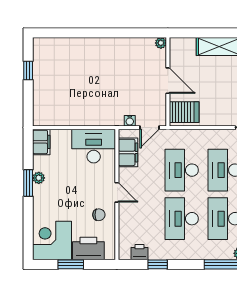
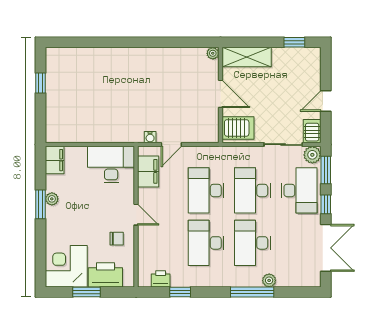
plant: (161, 43) -> (213, 53), moved
door: (168, 81) -> (220, 94), moved
wall: (168, 82) -> (220, 95), moved
server rack: (184, 112) -> (238, 128), moved

